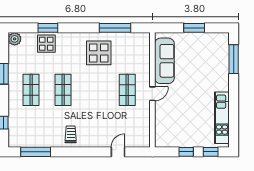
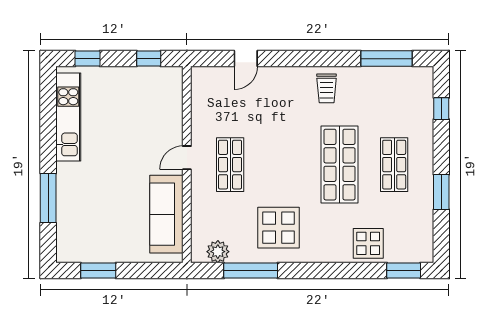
window: (48, 28) -> (404, 271), moved
window: (194, 28) -> (98, 271), moved
plant: (15, 39) -> (218, 252), moved
window: (234, 59) -> (48, 198), moved
shop shelf: (63, 90) -> (339, 165), width x1.43, depth x1.36
window: (186, 152) -> (149, 59), moved

